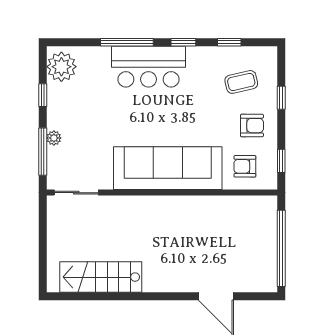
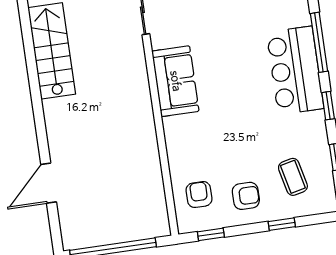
armchair: (252, 126) -> (246, 196), turned -90
sofa: (168, 168) -> (175, 81), width x0.54, depth x0.79

